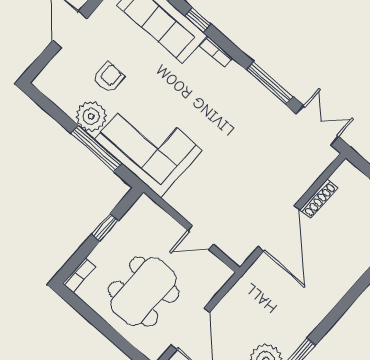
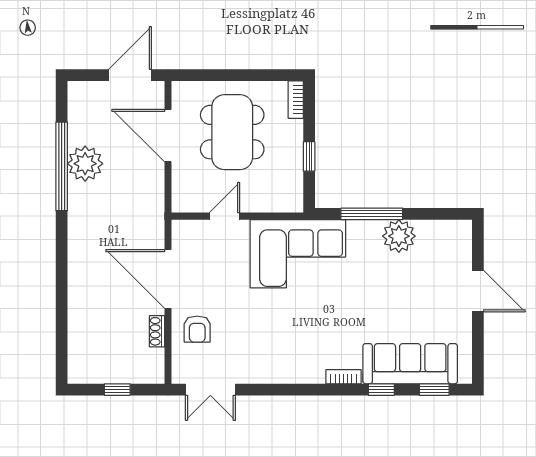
armchair: (109, 78) -> (197, 329), moved
window: (270, 83) -> (279, 390), removed
corner sofa: (148, 145) -> (298, 254), moved
shoe rack: (319, 199) -> (157, 331), width x0.70

